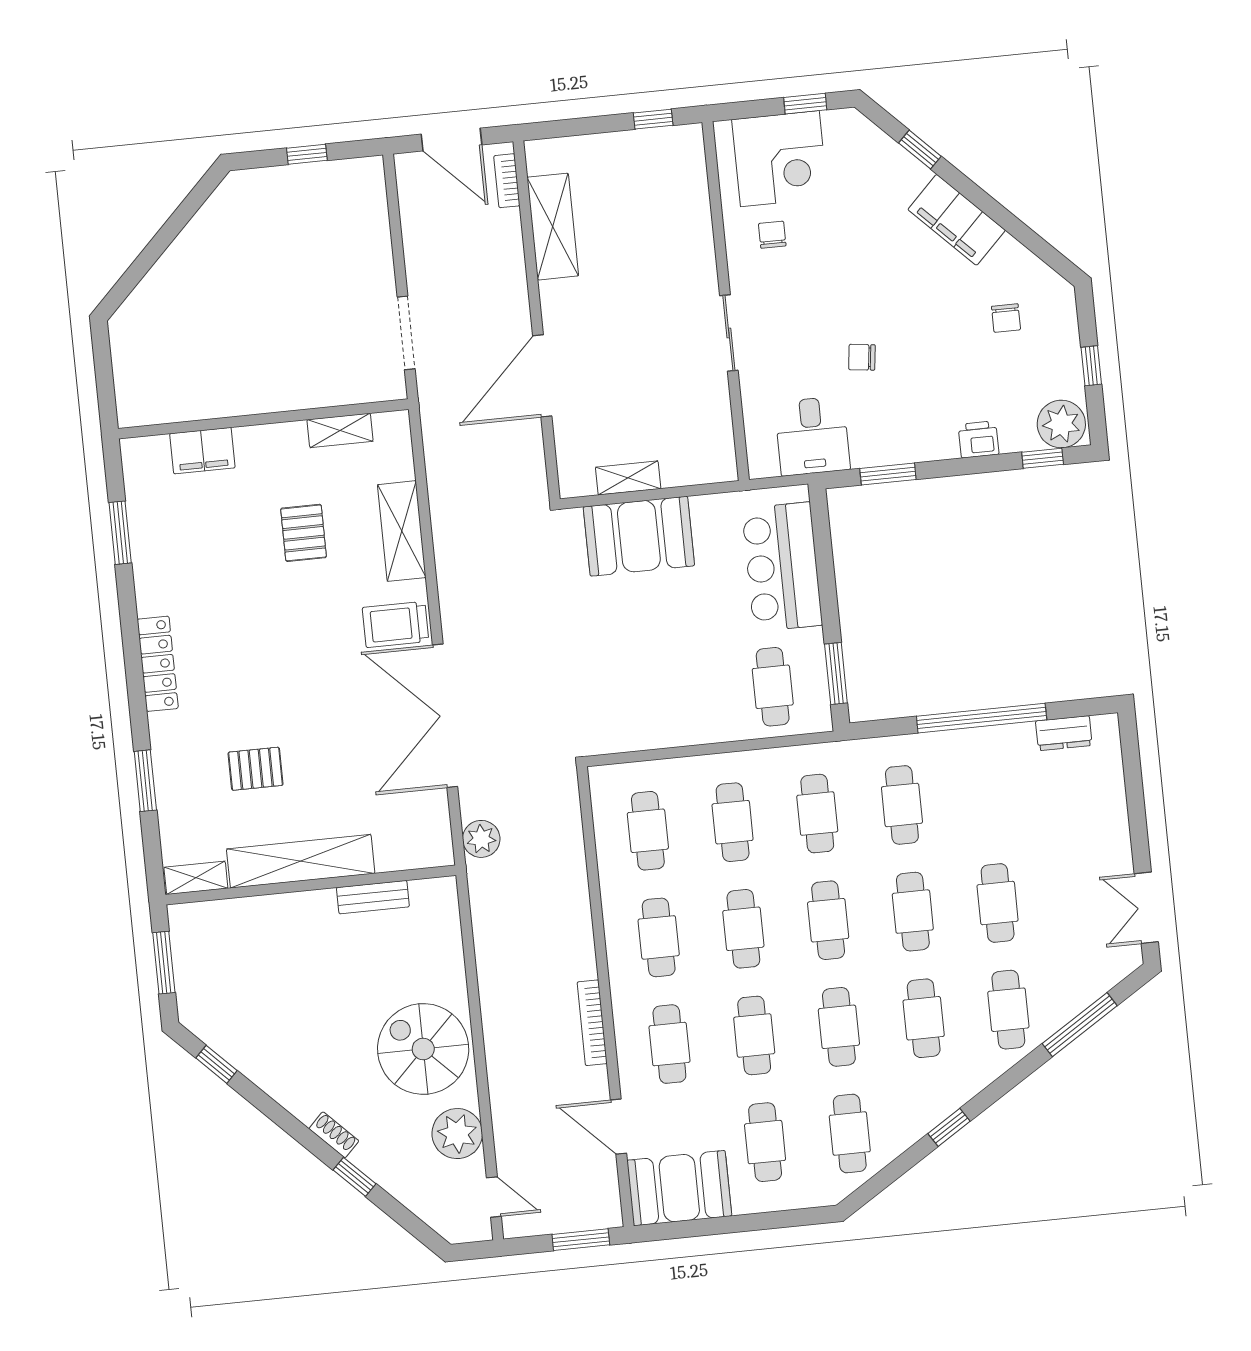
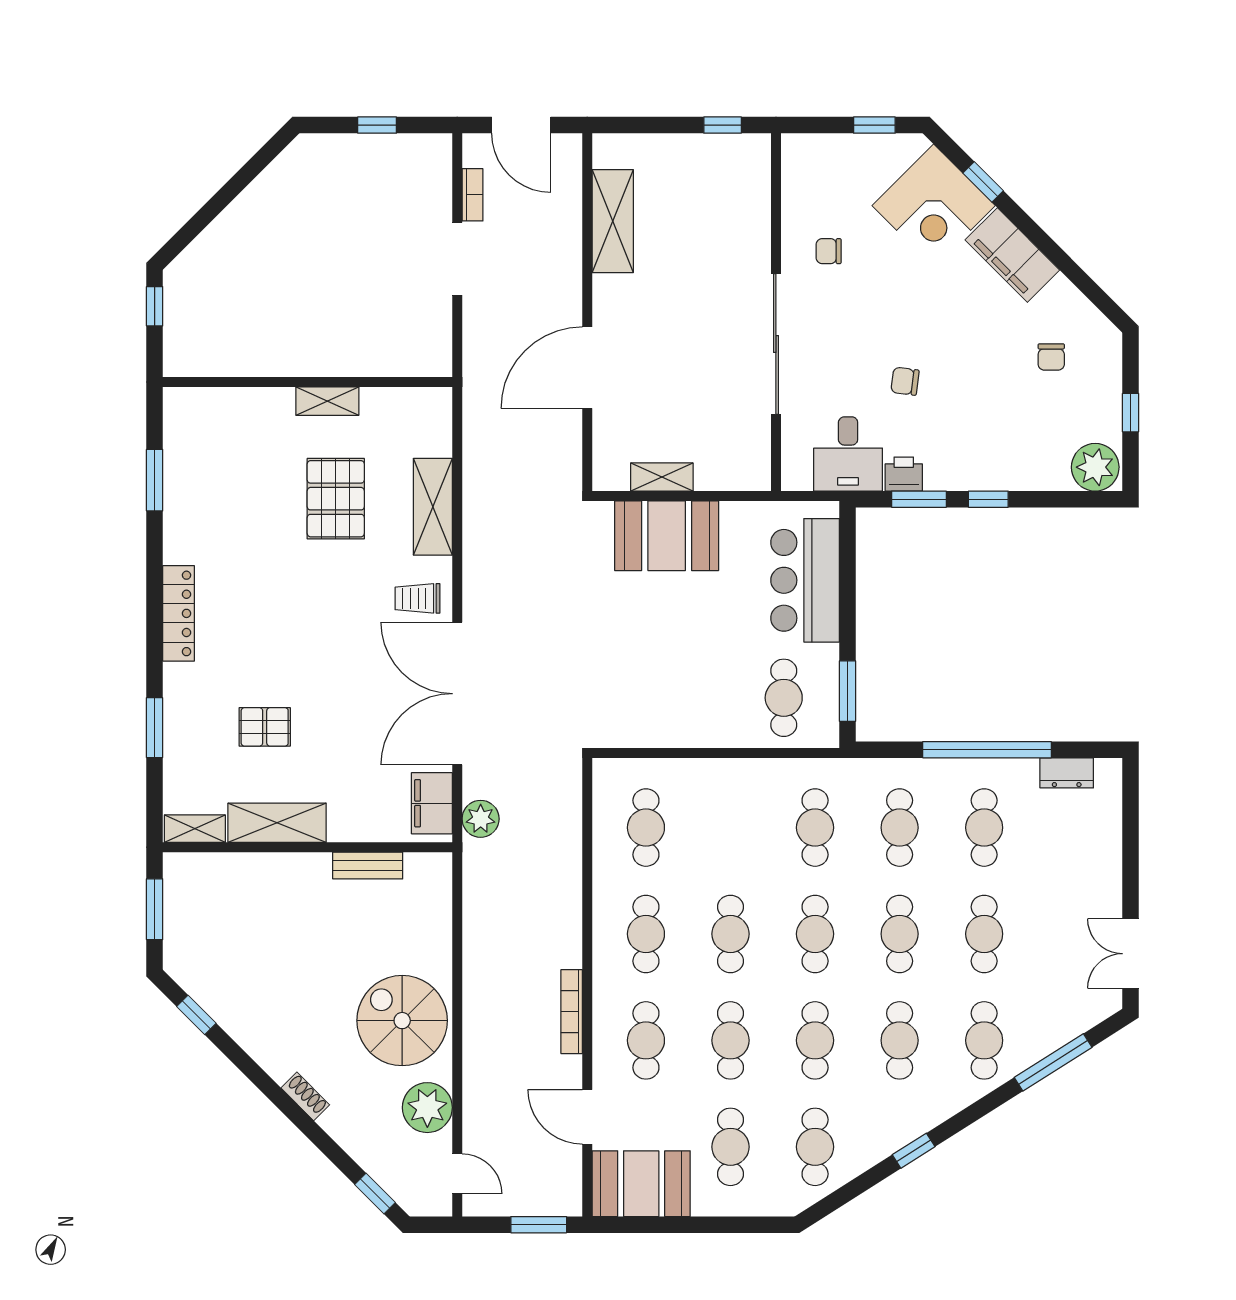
corner desk: (780, 159) -> (934, 206), moved, turned 45
bookcase: (507, 181) -> (472, 195), moved, turned 180
chair: (772, 235) -> (829, 251), turned -90
doorway: (406, 333) -> (457, 259), moved
sliding door: (729, 333) -> (776, 344), width x1.86
window: (102, 358) -> (155, 306), added
shelving: (340, 430) -> (327, 401), moved
printer: (979, 439) -> (904, 474), moved
filing cabinet: (202, 451) -> (432, 803), moved, turned 90
window: (1043, 458) -> (988, 499), moved
pallet: (304, 533) -> (336, 499), width x1.50, depth x1.42
trolley: (396, 624) -> (417, 598), width x0.73, depth x0.72
cafe table: (733, 822) -> (984, 828), moved
shelving: (301, 861) -> (277, 823), width x0.68
window: (355, 1177) -> (375, 1193), moved

